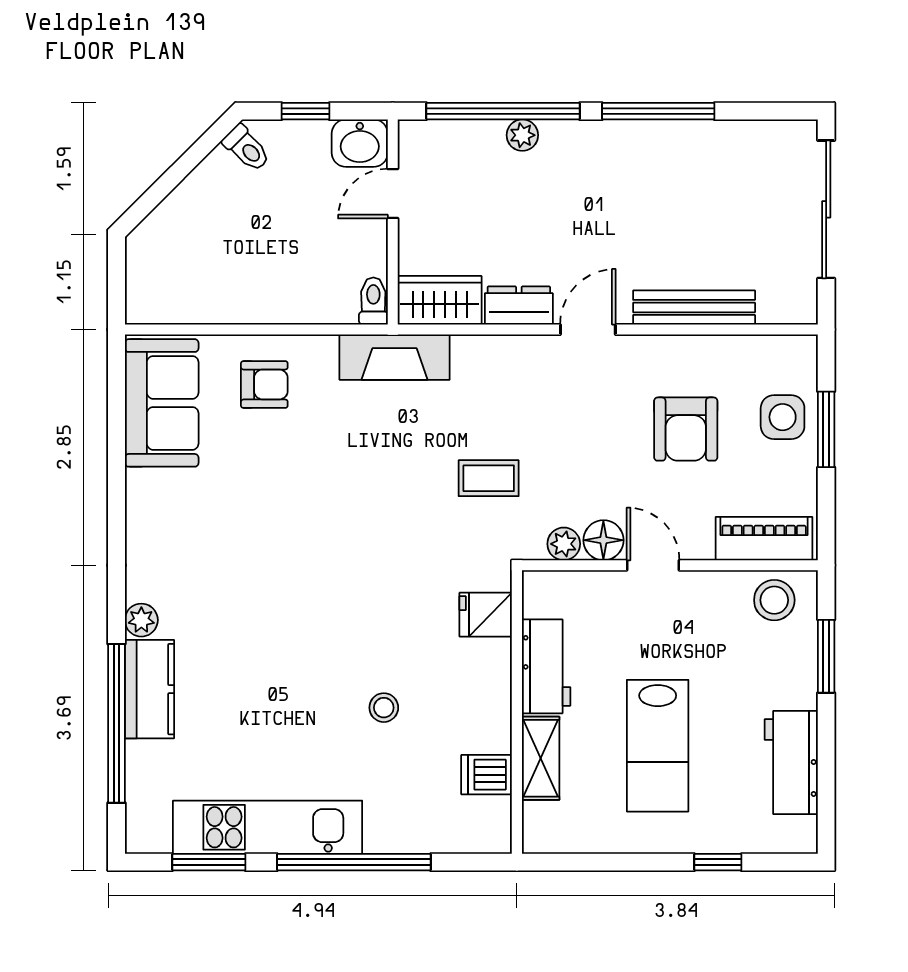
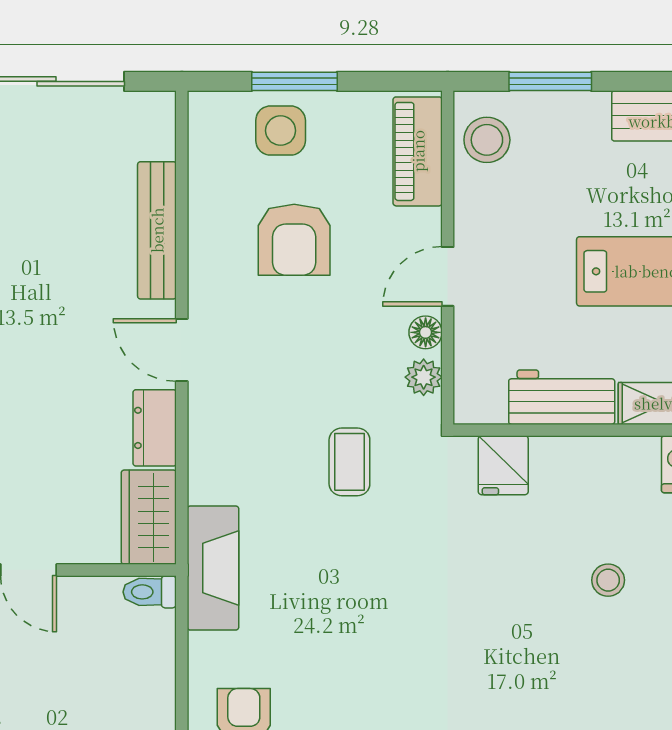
armchair: (686, 429) -> (294, 240), turned 90
floor lamp: (603, 540) -> (426, 332), width x0.73, depth x0.73

